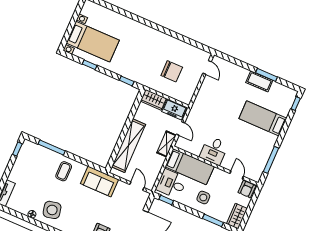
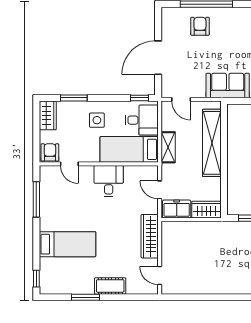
chair: (172, 71) -> (199, 253), removed
cot: (259, 81) -> (110, 286), moved
wardrobe: (202, 99) -> (150, 236), added
shelving: (166, 144) -> (168, 147), moved

